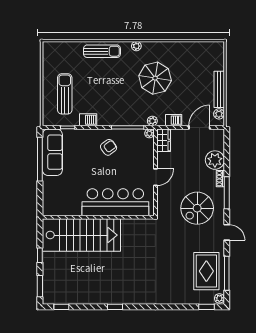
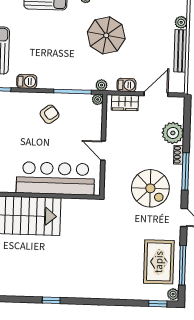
plant: (219, 114) -> (181, 22), moved
wardrobe: (164, 140) -> (125, 103), moved, turned 90
door: (155, 177) -> (103, 151), swing flipped
spiral stairs: (197, 208) -> (150, 188), turned -90

